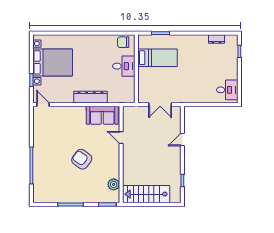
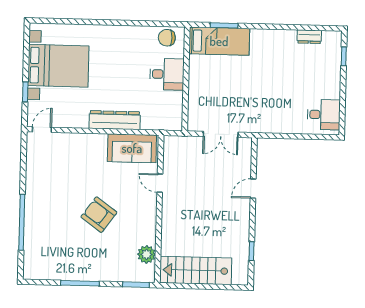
bed: (158, 58) -> (219, 41), moved
door: (43, 105) -> (42, 130), hinge flipped

